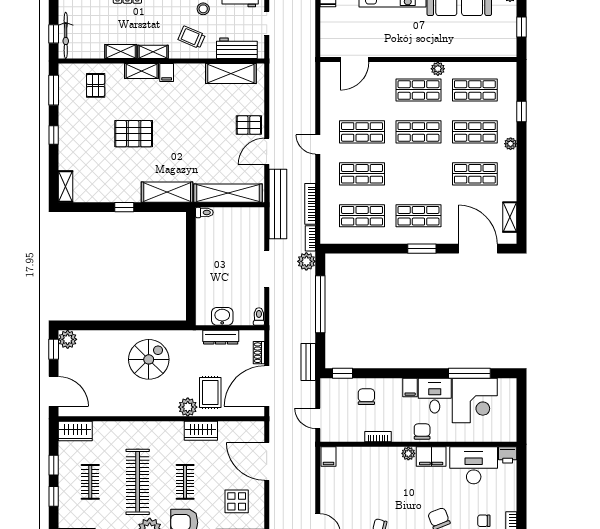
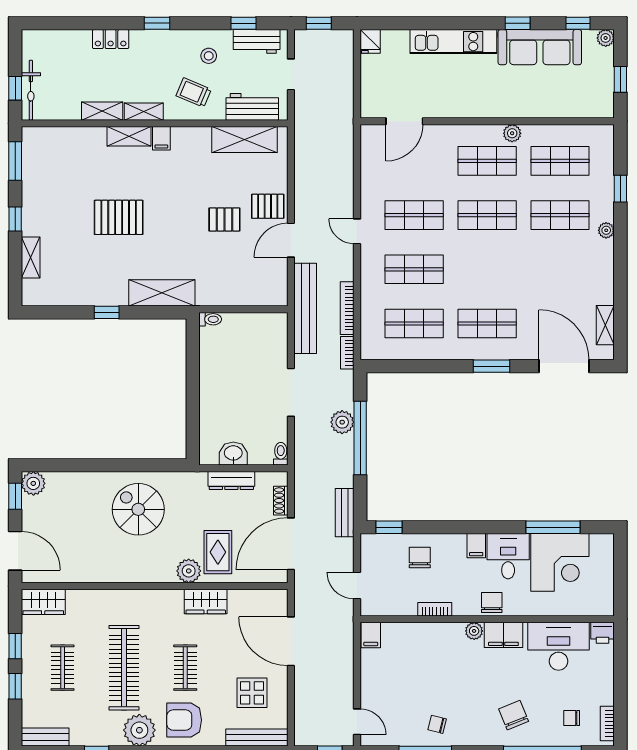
pallet: (96, 85) -> (224, 219), moved, turned 90
shop shelf: (475, 174) -> (560, 269), removed
shelving: (66, 186) -> (31, 258), moved
shelving: (228, 193) -> (241, 294), removed
plant: (306, 261) -> (342, 422), moved
spiral stairs: (149, 359) -> (138, 509), turned -90

